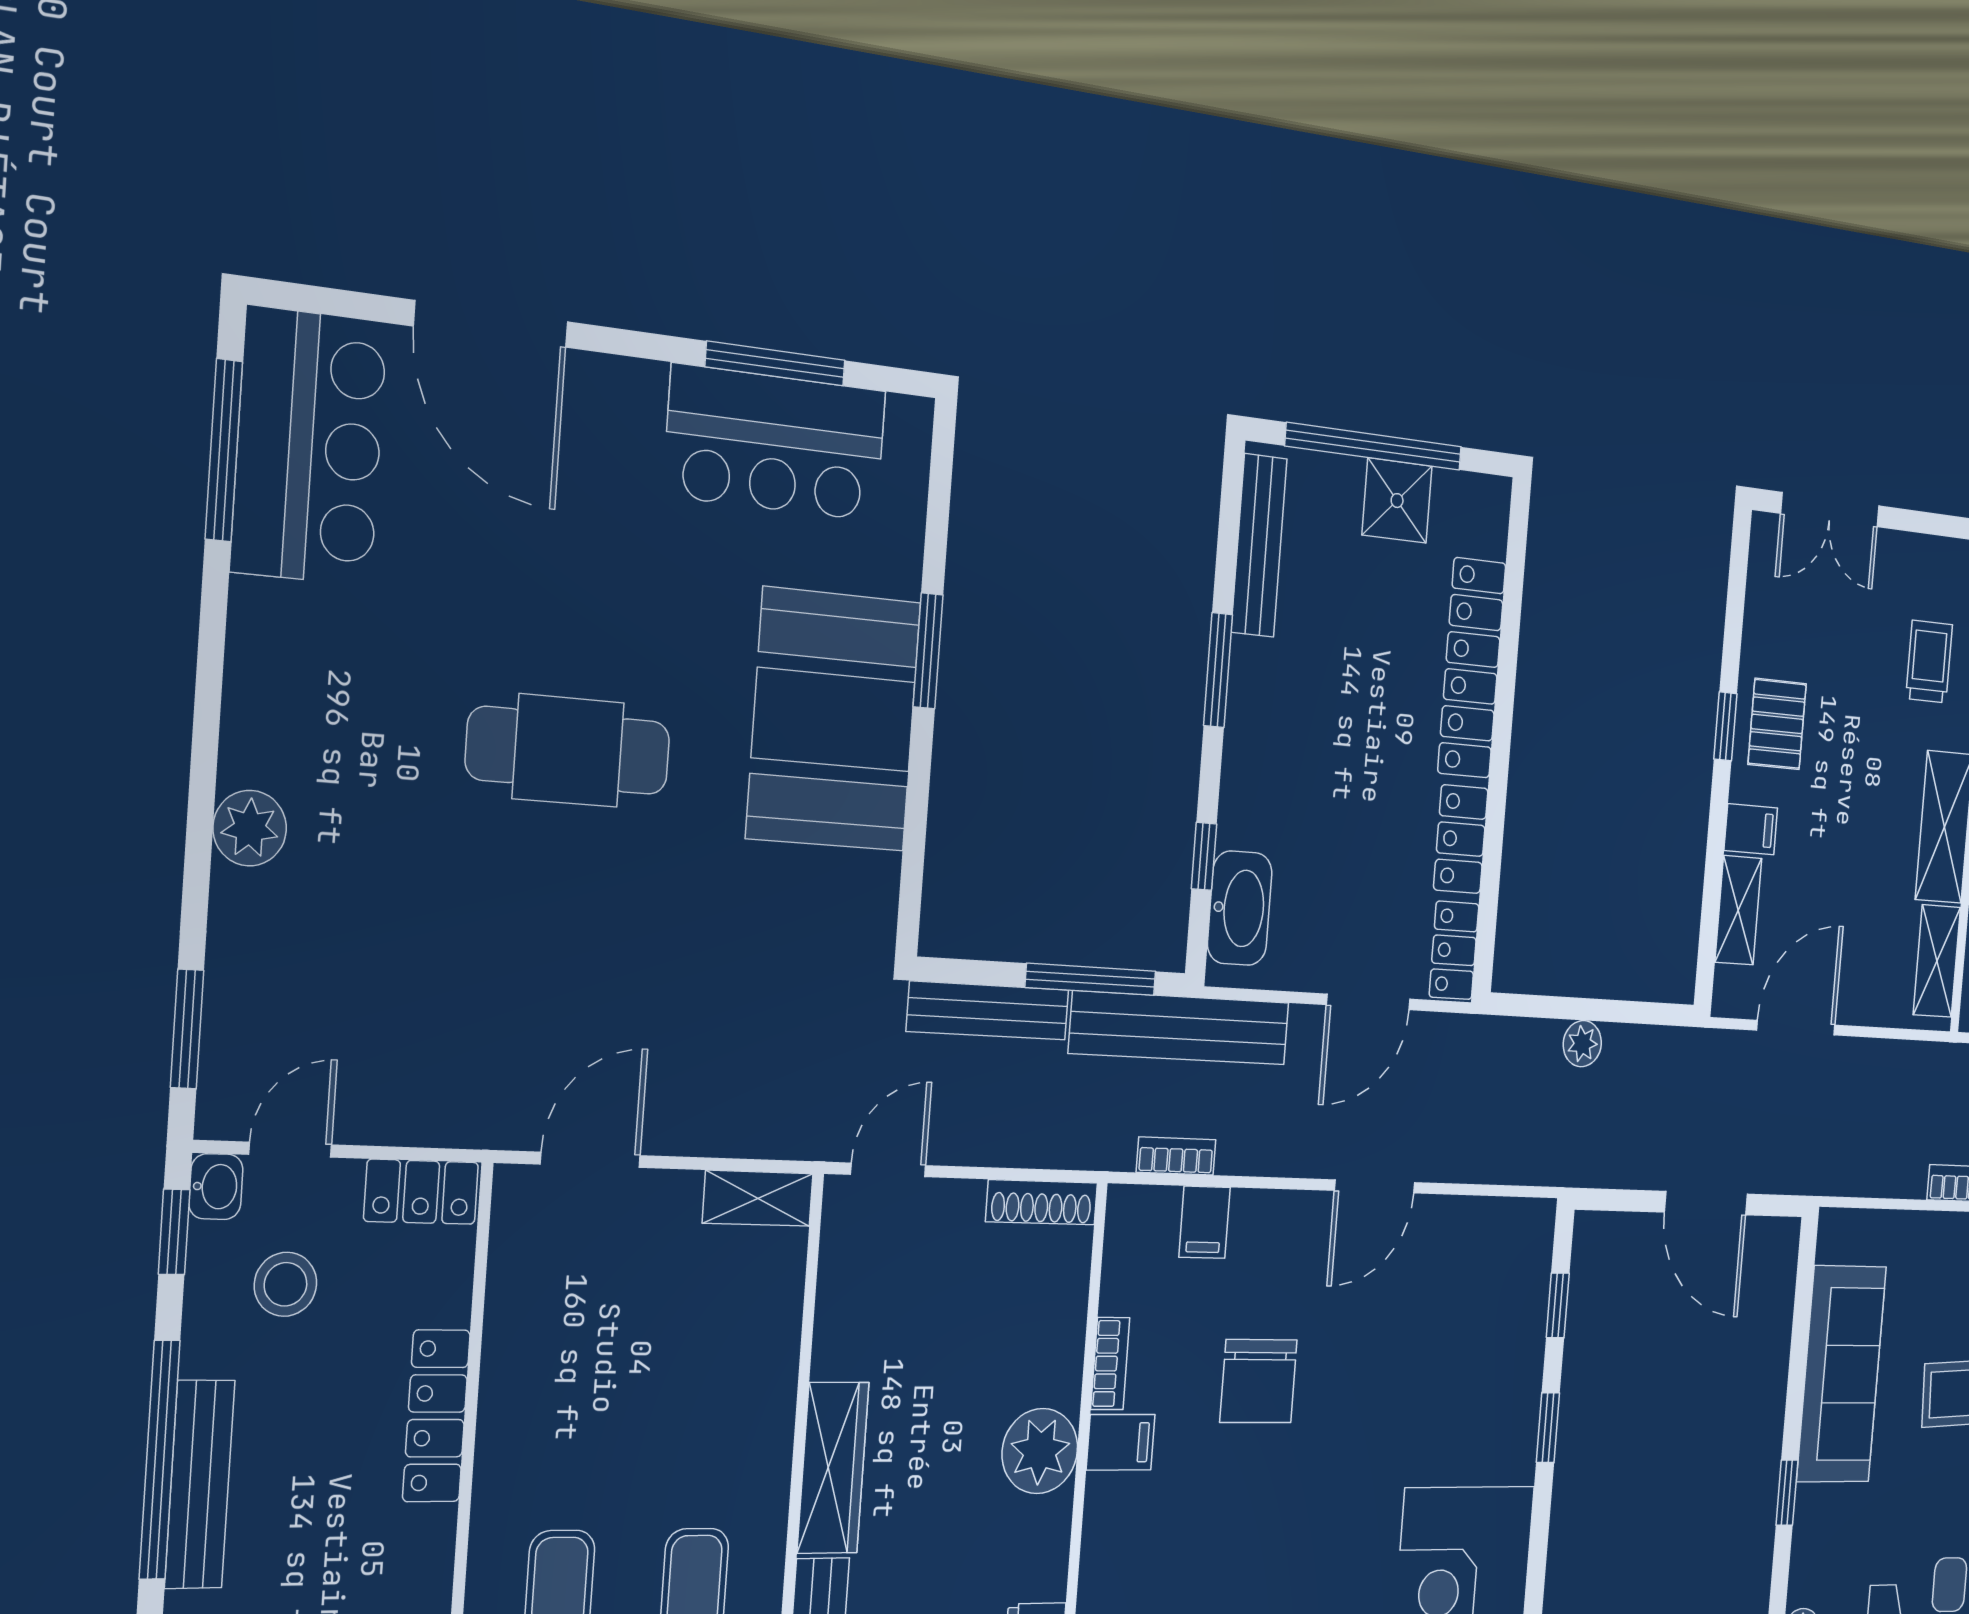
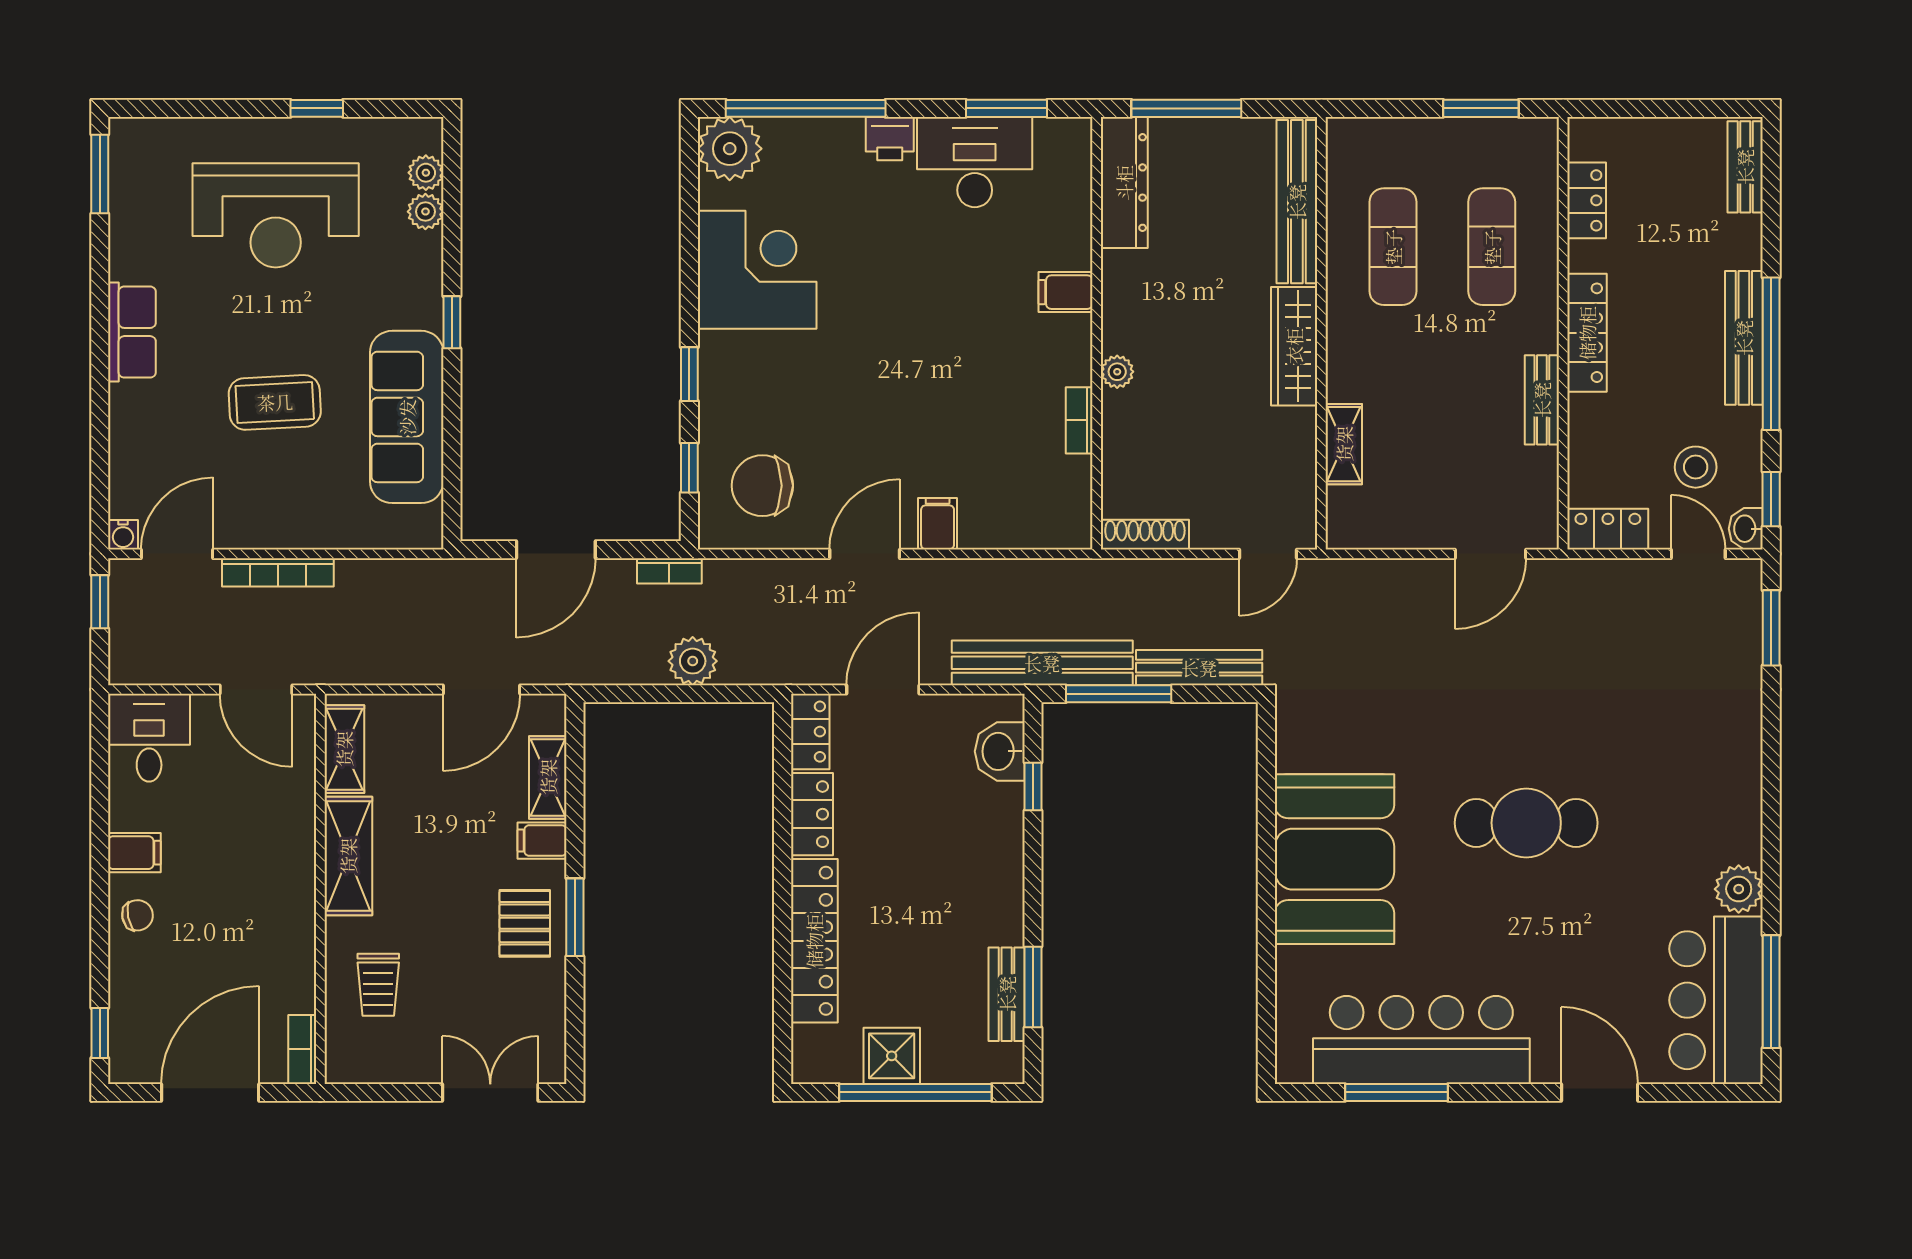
door: (491, 324) -> (1600, 1092), width x0.73
bar counter: (775, 443) -> (1421, 1040), width x1.36
bench: (1259, 545) -> (1007, 994), width x0.73
window: (928, 651) -> (1266, 912), removed
window: (1218, 670) -> (1033, 987), moved
window: (1725, 726) -> (575, 917), width x1.50
plant: (250, 828) -> (1739, 889), moved
washbasin: (1240, 908) -> (1000, 751), width x0.72
plant: (1582, 1044) -> (693, 661), width x1.38, depth x1.38
door: (290, 1150) -> (1698, 554), swing flipped
bookcase: (1176, 1156) -> (669, 571), moved
shelving: (758, 1198) -> (1344, 444), moved, turned 90
door: (1706, 1203) -> (556, 550), swing flipped
filing cabinet: (1205, 1222) -> (938, 524), moved
chair: (1259, 1381) -> (762, 486), moved, turned -90
bench: (503, 1389) -> (1542, 400), added
locker: (436, 1416) -> (1587, 333), moved
filing cabinet: (1121, 1442) -> (1066, 292), moved
plant: (1040, 1451) -> (1117, 372), width x0.53, depth x0.53

